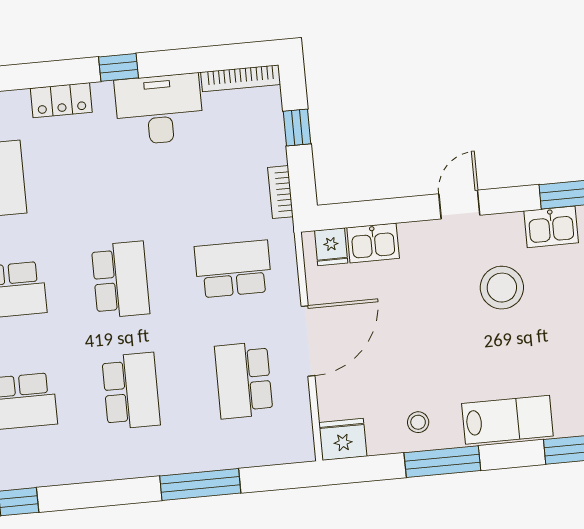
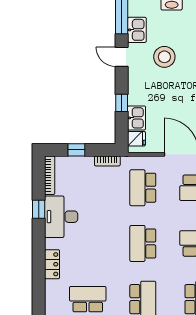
window: (118, 67) -> (39, 209), moved
door: (459, 204) -> (122, 57), moved
window: (401, 210) -> (122, 103), added
school desk: (121, 280) -> (143, 243), turned -90

